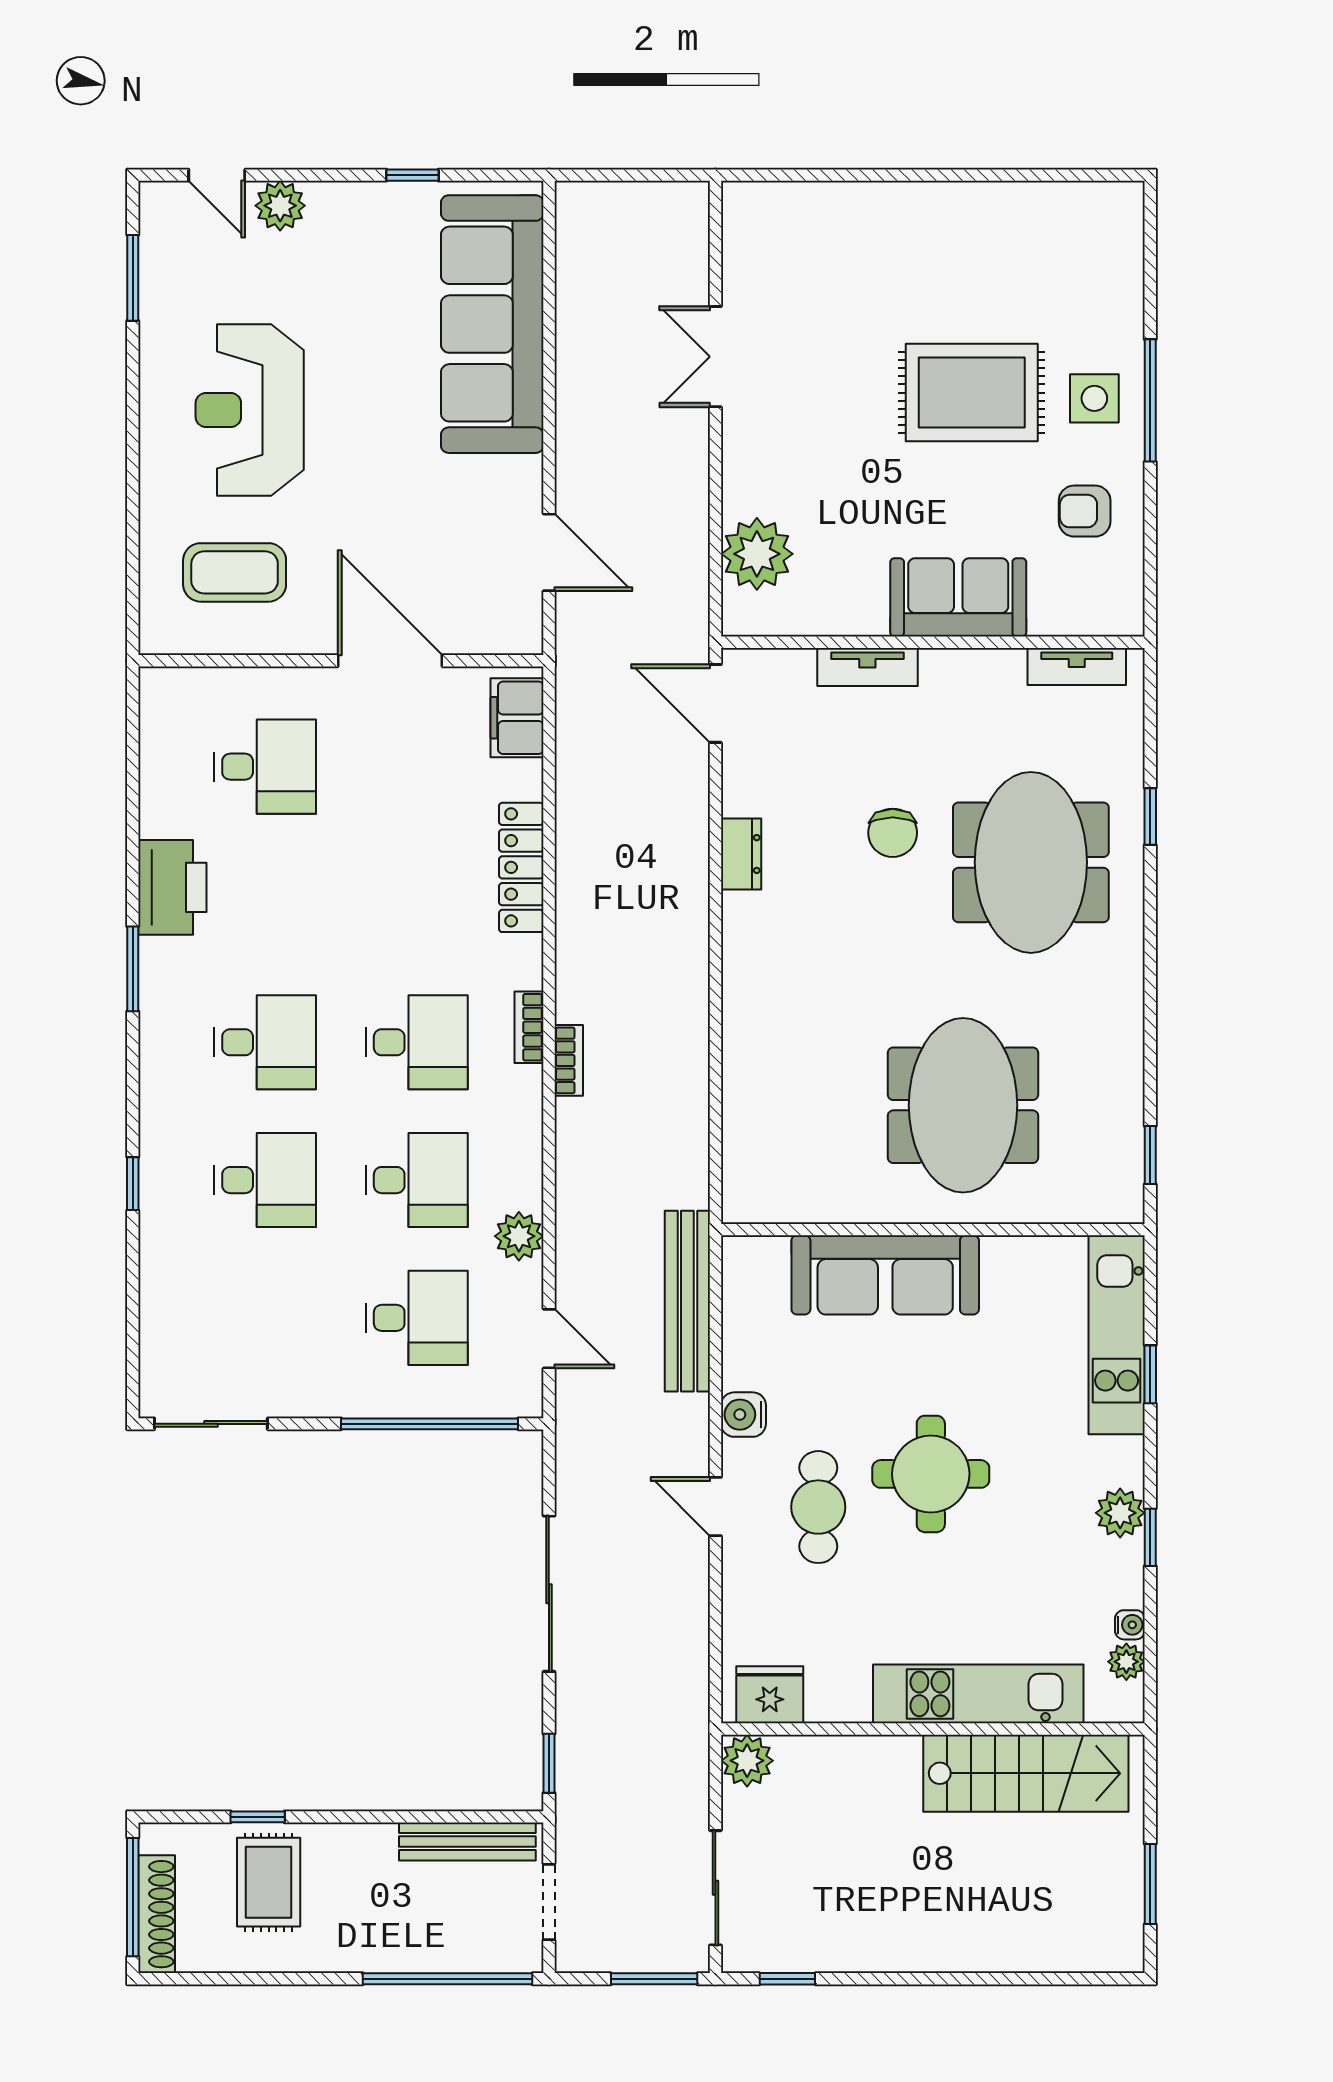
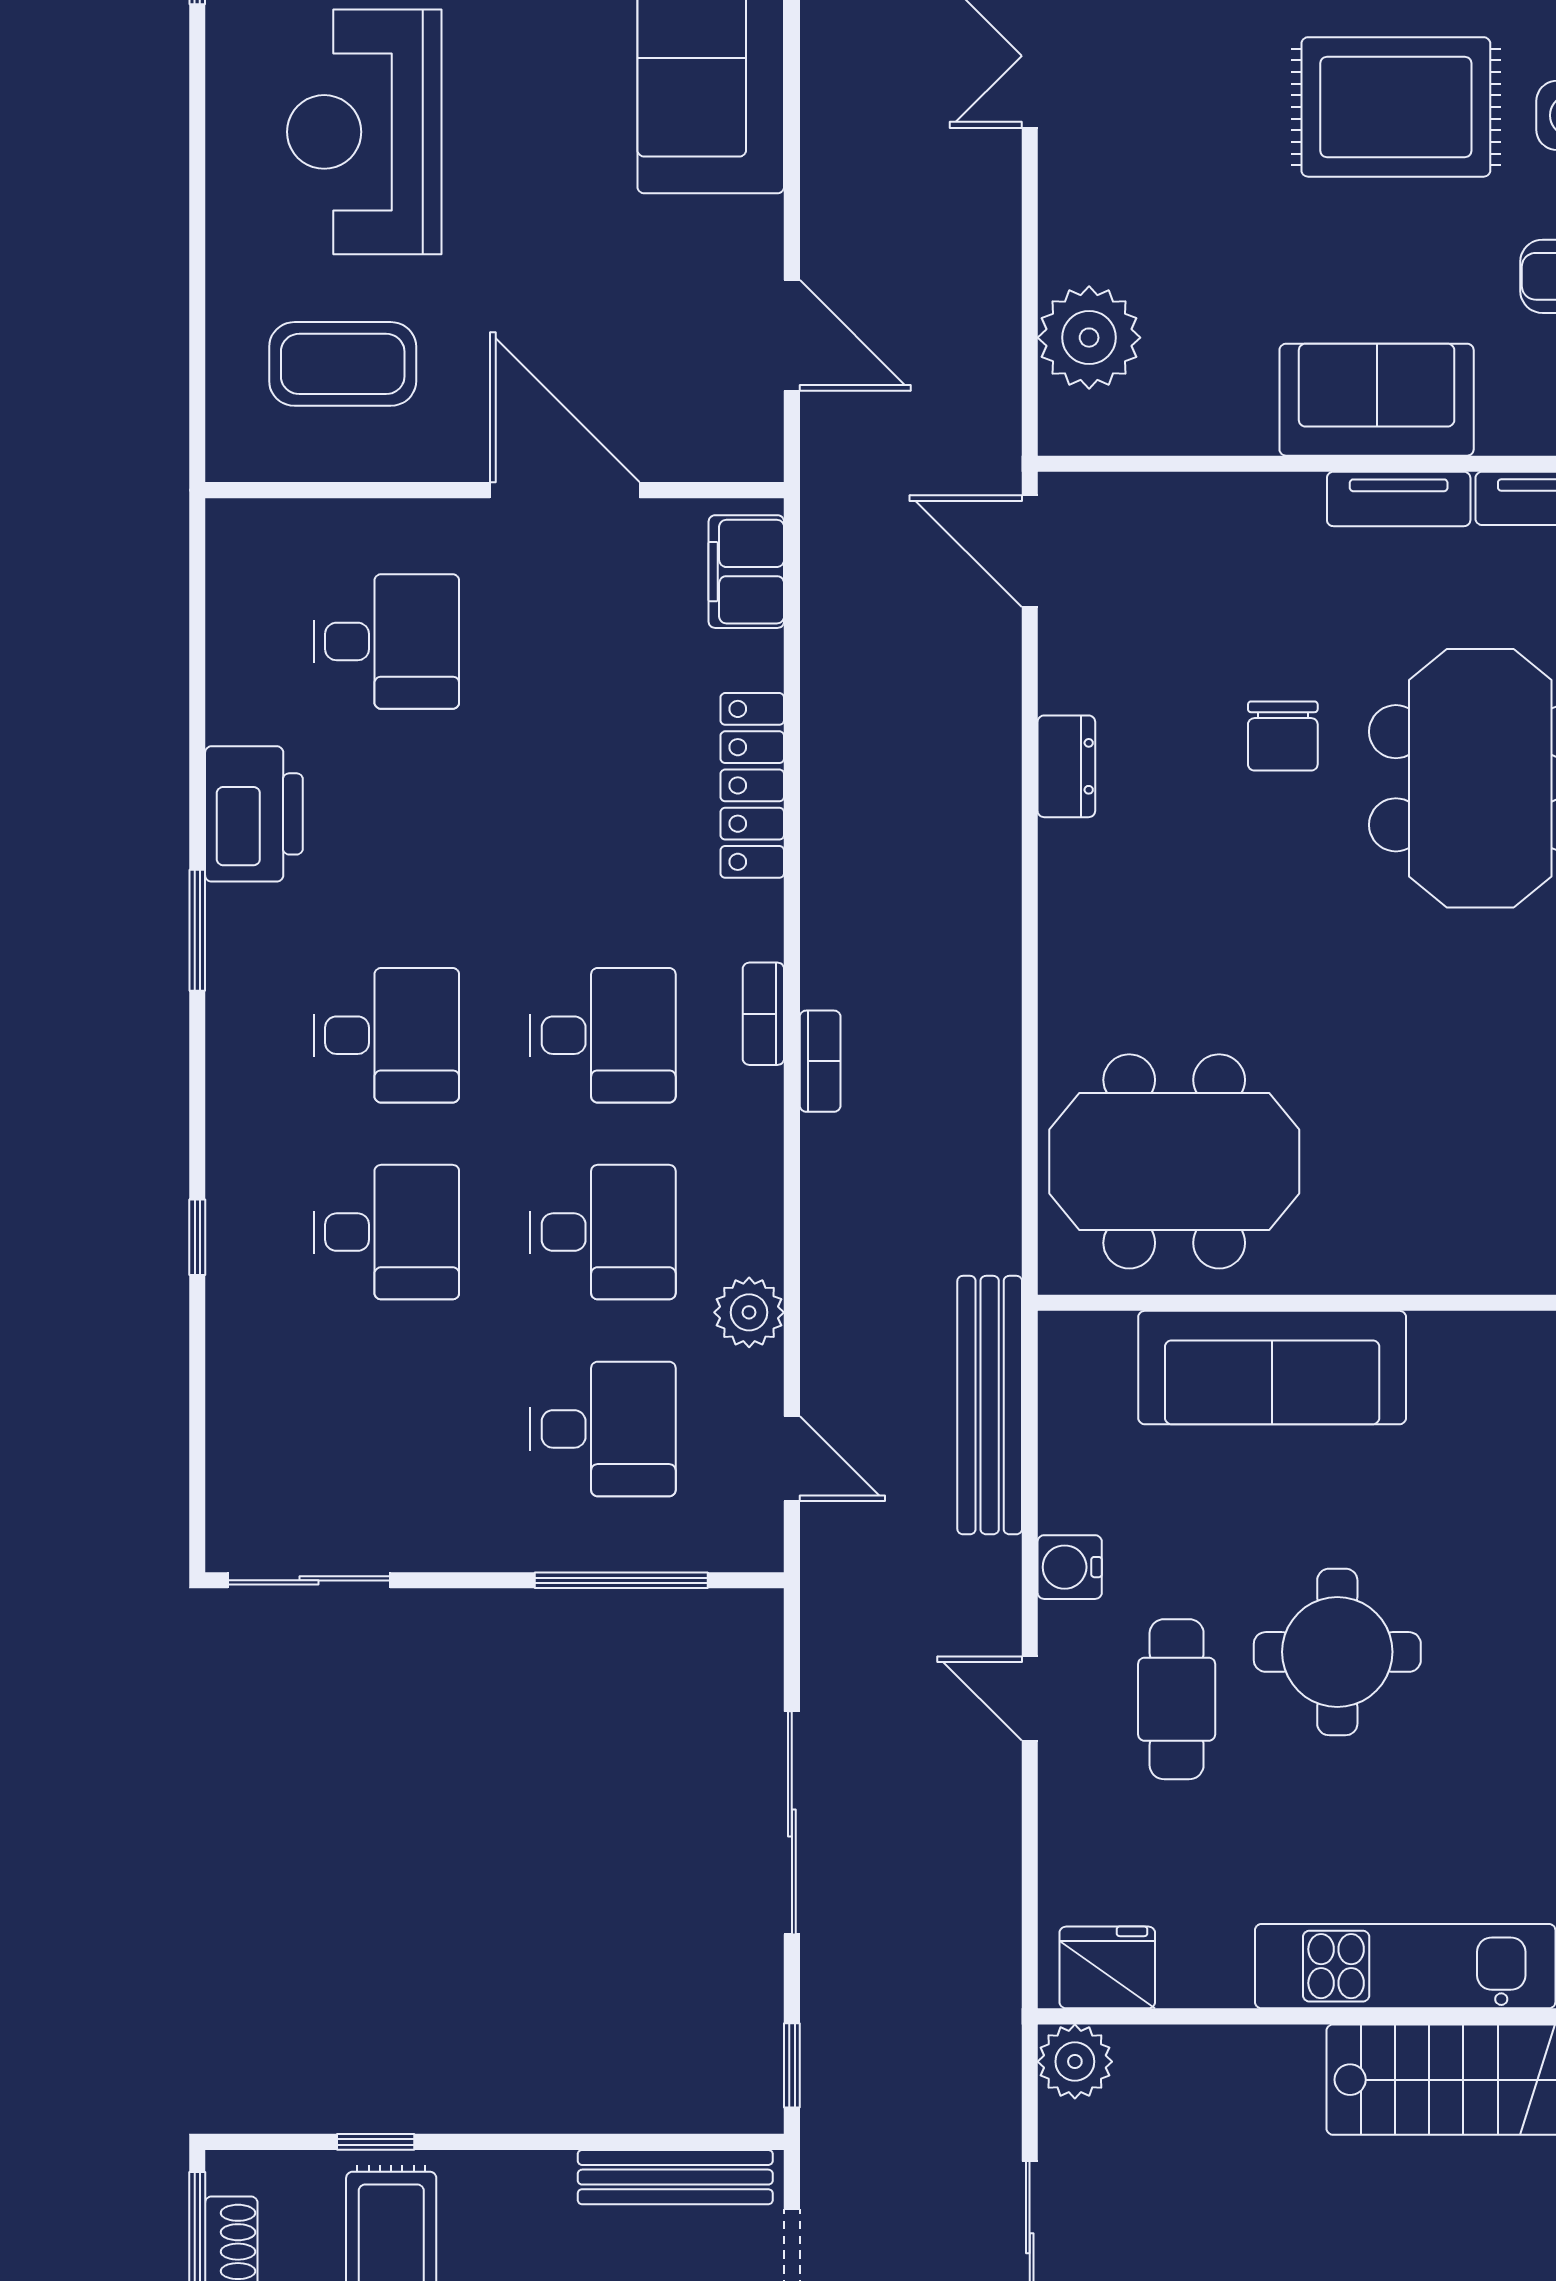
tv unit: (867, 667) -> (1399, 499), moved
meeting table: (963, 1105) -> (1174, 1161), moved, turned 90
window: (430, 1424) -> (621, 1580), width x0.68

